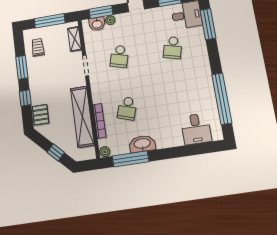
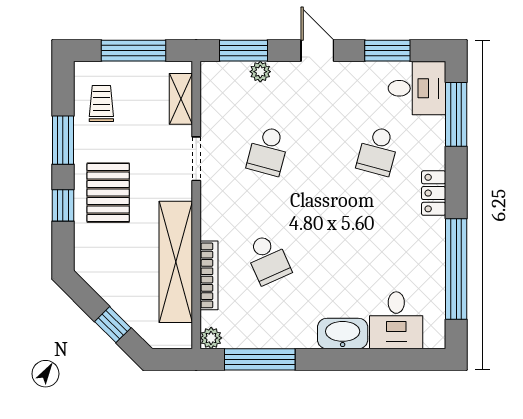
washbasin: (97, 24) -> (232, 75), removed
locker: (204, 63) -> (434, 193), added
school desk: (127, 108) -> (268, 259), turned -42
pallet: (41, 115) -> (108, 193), moved, width x1.50, depth x1.42
washbasin: (142, 144) -> (343, 334), moved

